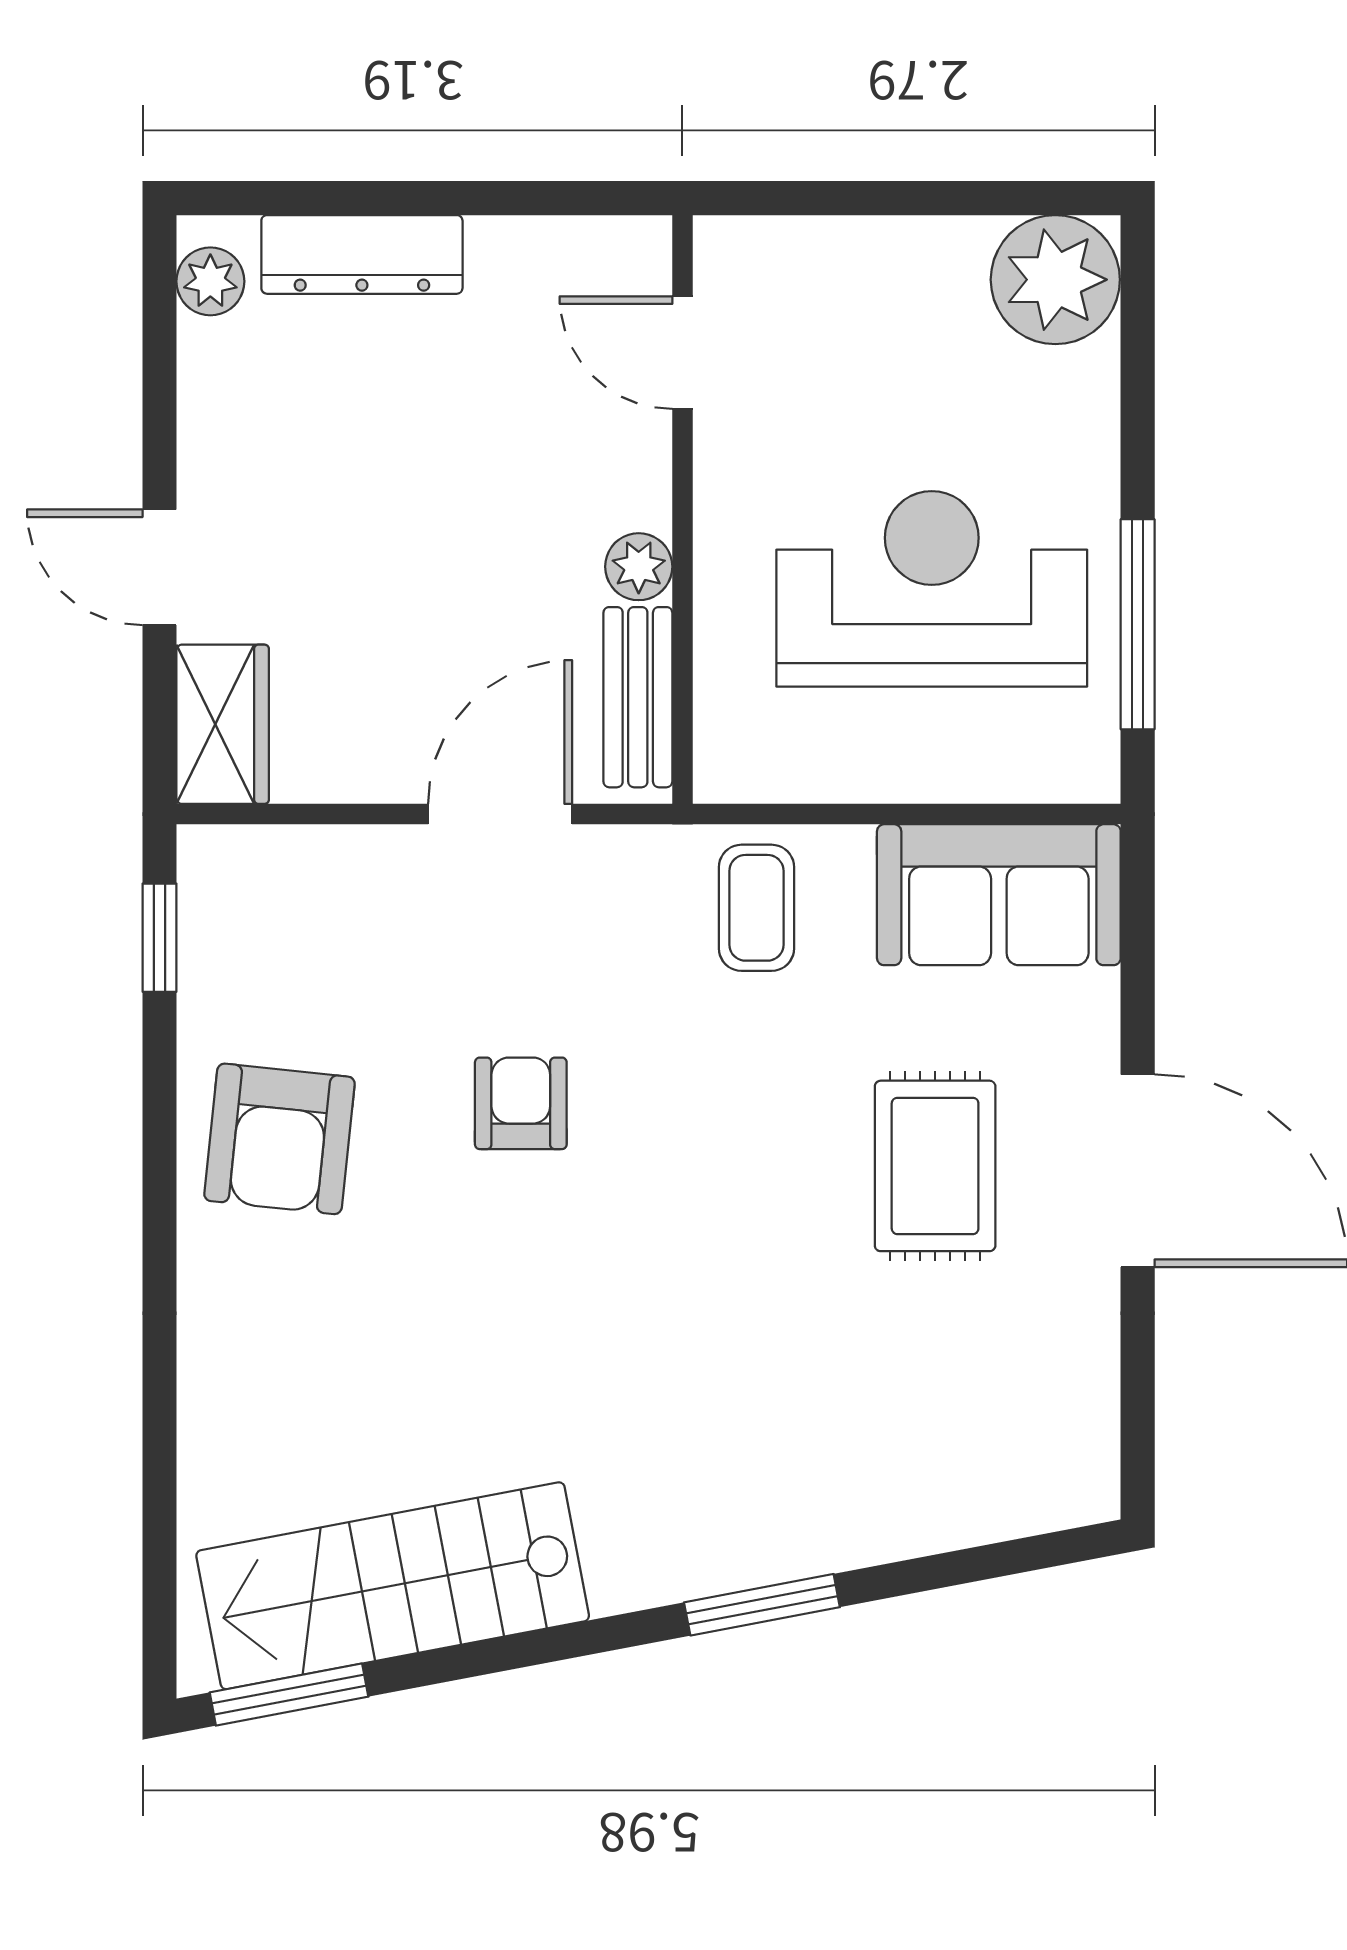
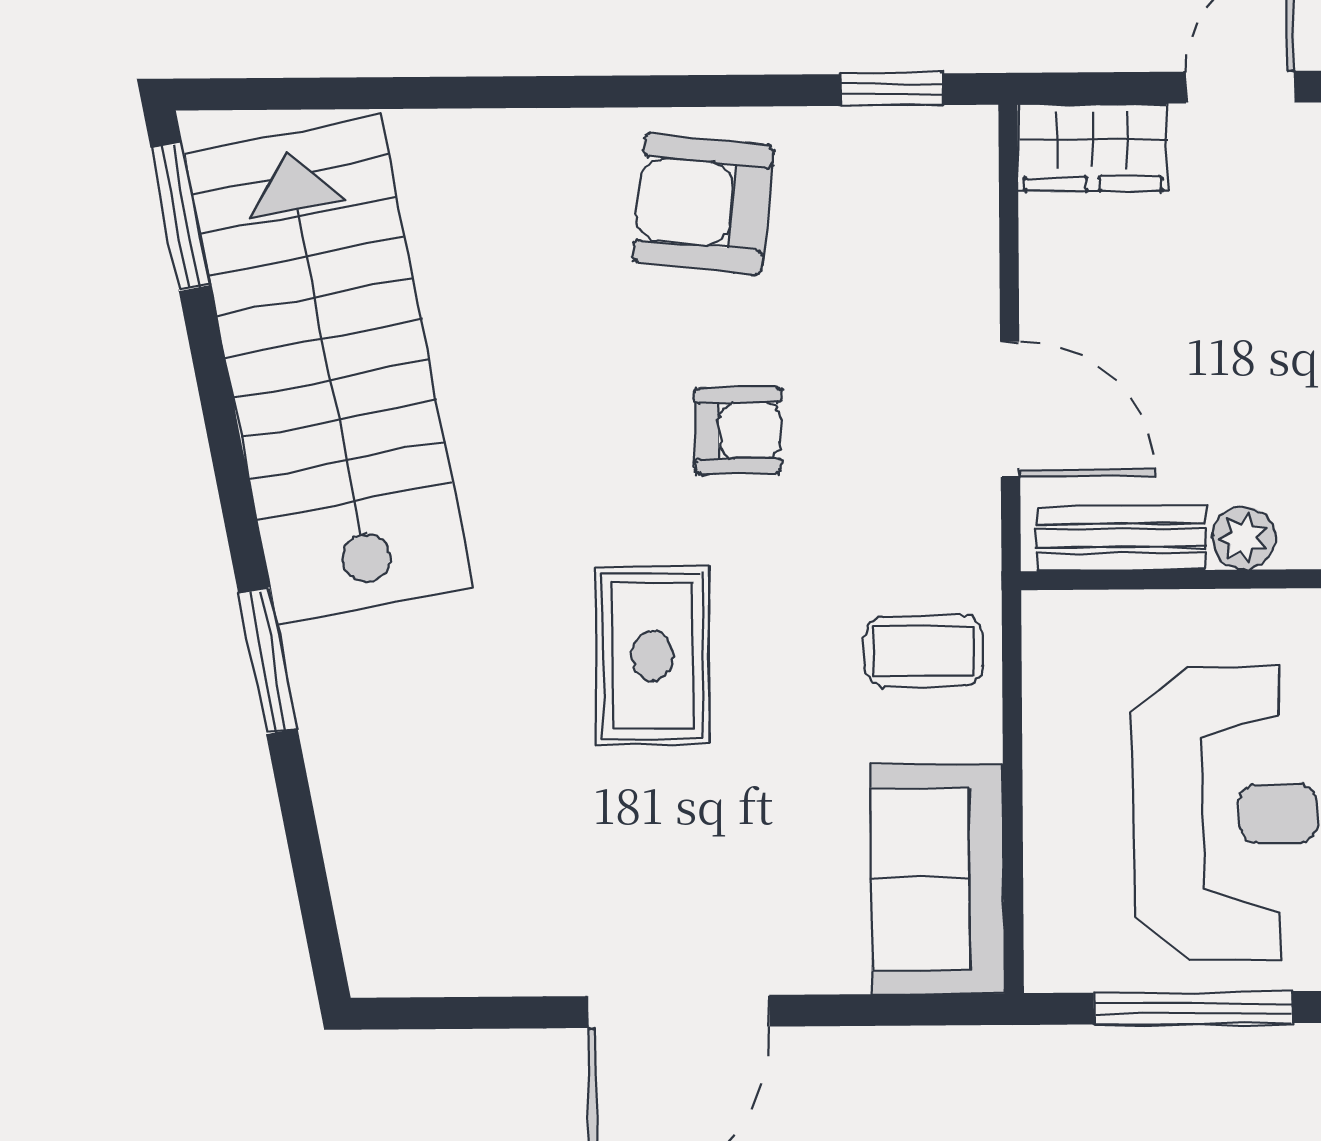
rug: (935, 1166) -> (653, 656), moved, turned 90
stairs: (393, 1586) -> (329, 370), width x1.36, depth x1.51

